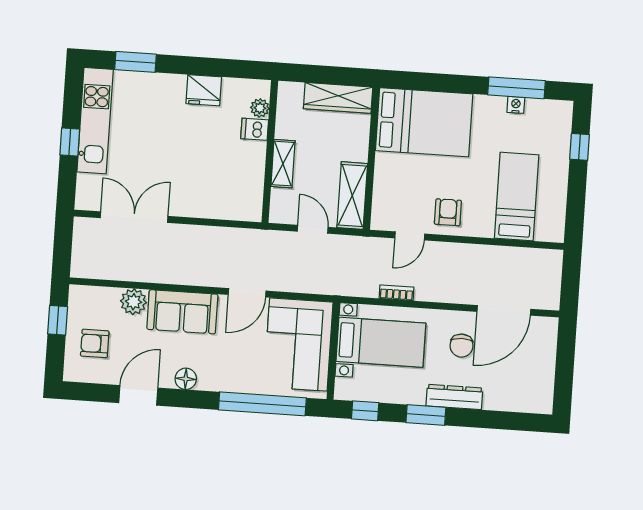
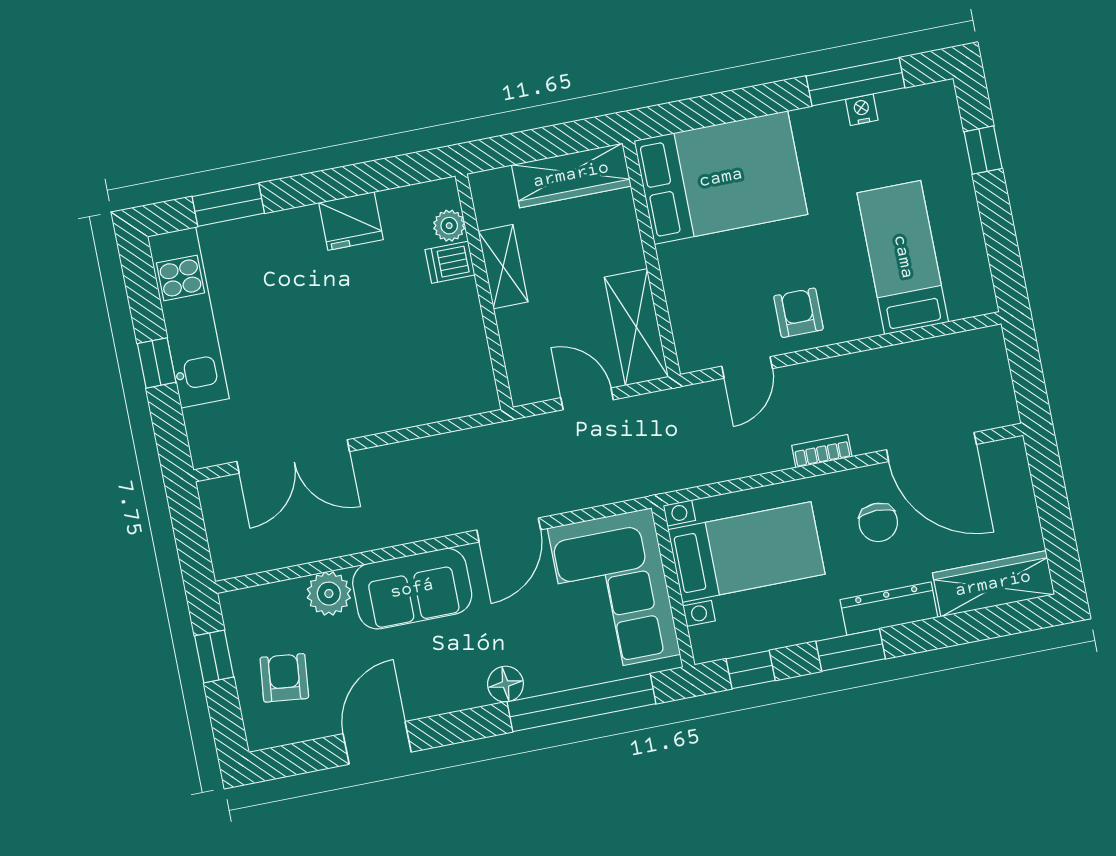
shelving: (283, 164) -> (503, 267), moved
double door: (134, 217) -> (293, 456), swing flipped
bookcase: (396, 293) -> (822, 451), moved
door: (504, 310) -> (931, 447), hinge flipped
armchair: (95, 343) -> (284, 678), turned 96
floor lamp: (186, 379) -> (505, 684), moved
wardrobe: (519, 399) -> (993, 584), added

